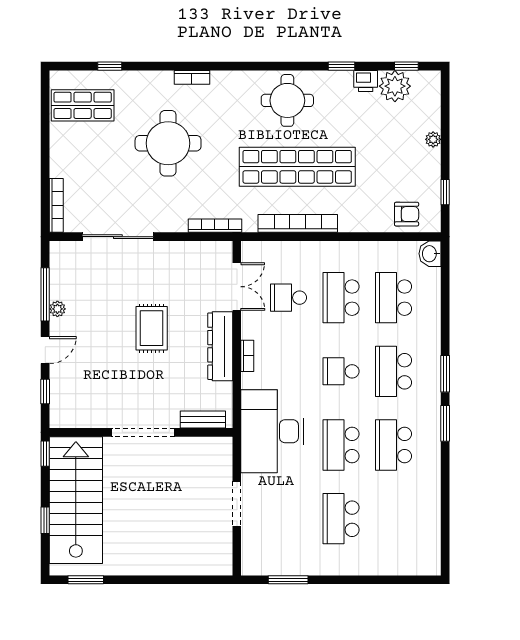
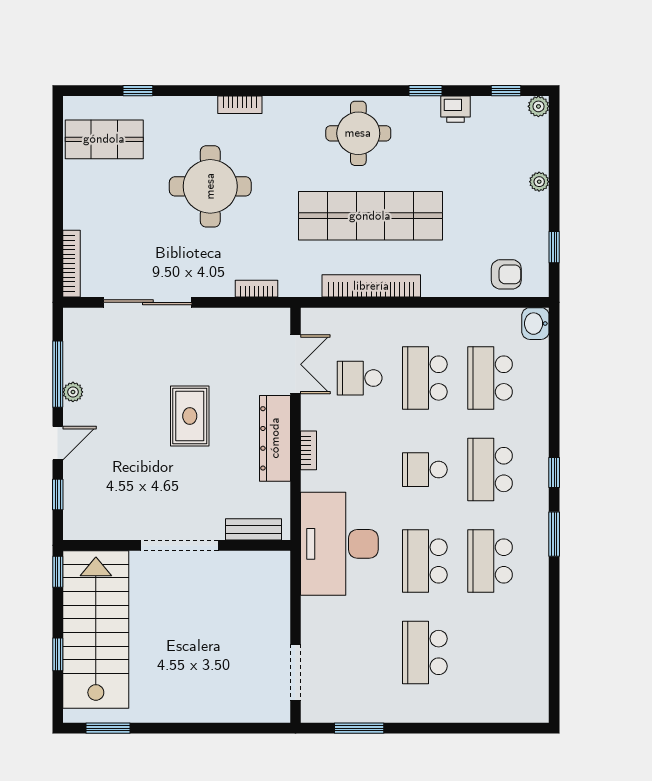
plant: (395, 86) -> (538, 106), moved, width x0.53, depth x0.53
bookcase: (215, 226) -> (257, 289), width x0.64
window: (445, 374) -> (554, 473), width x0.67
doorway: (237, 504) -> (296, 672), moved

